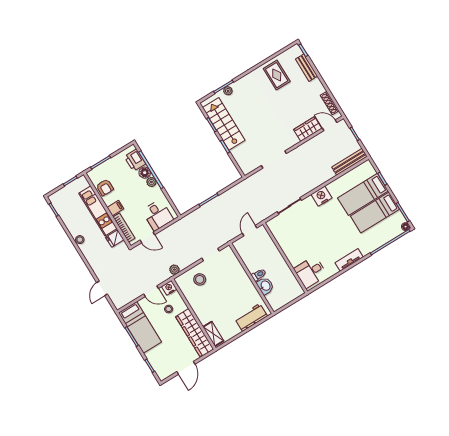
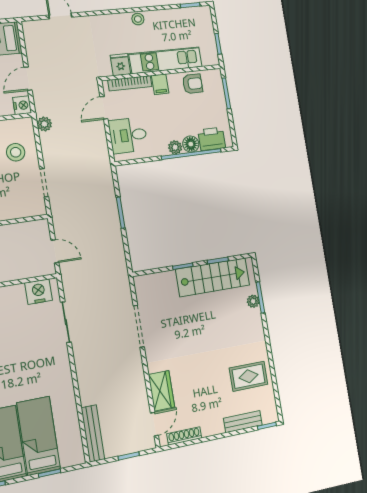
armchair: (105, 187) -> (192, 84), turned 180
nightstand: (322, 196) -> (39, 292), moved, turned -90

